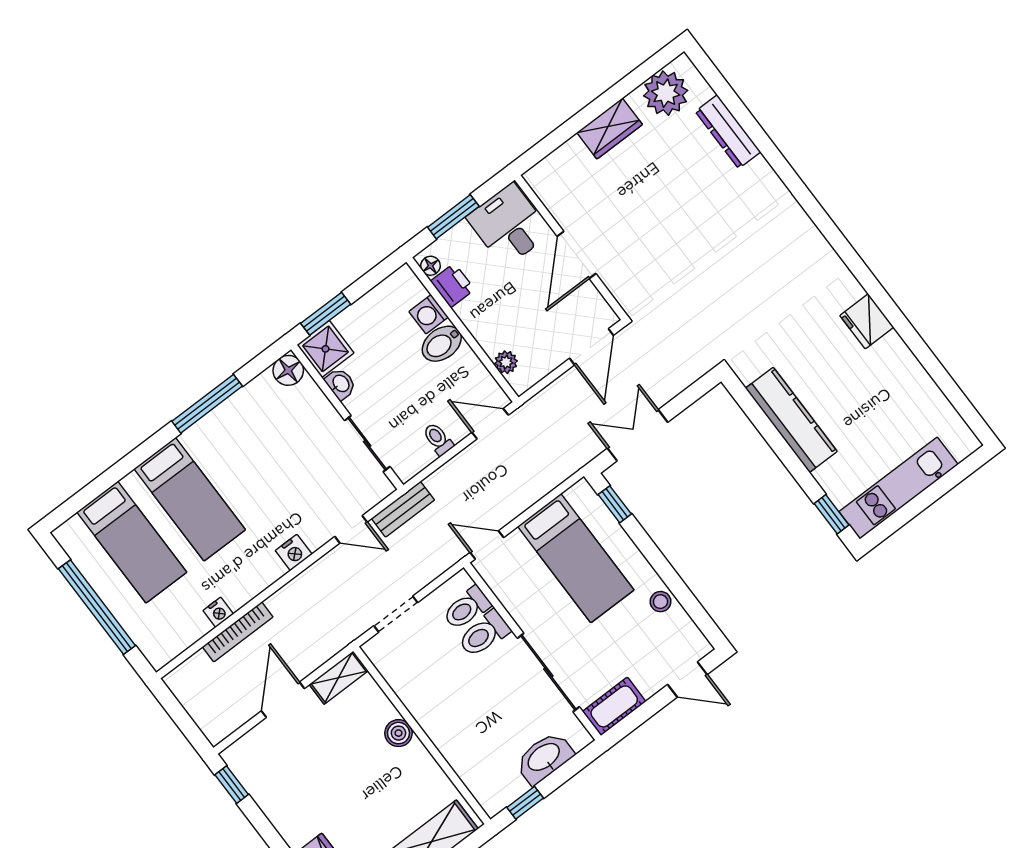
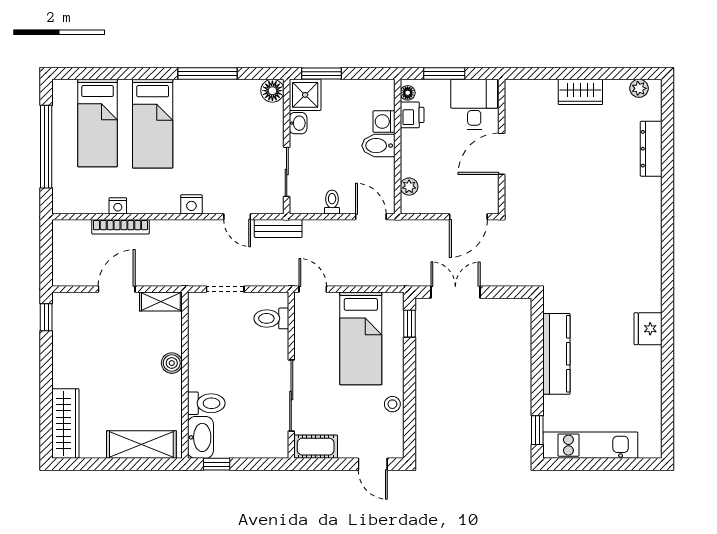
plant: (666, 93) -> (639, 88), width x0.53, depth x0.53
toilet: (484, 634) -> (206, 403), moved, turned 180
washbasin: (544, 758) -> (200, 437), moved, turned 90

